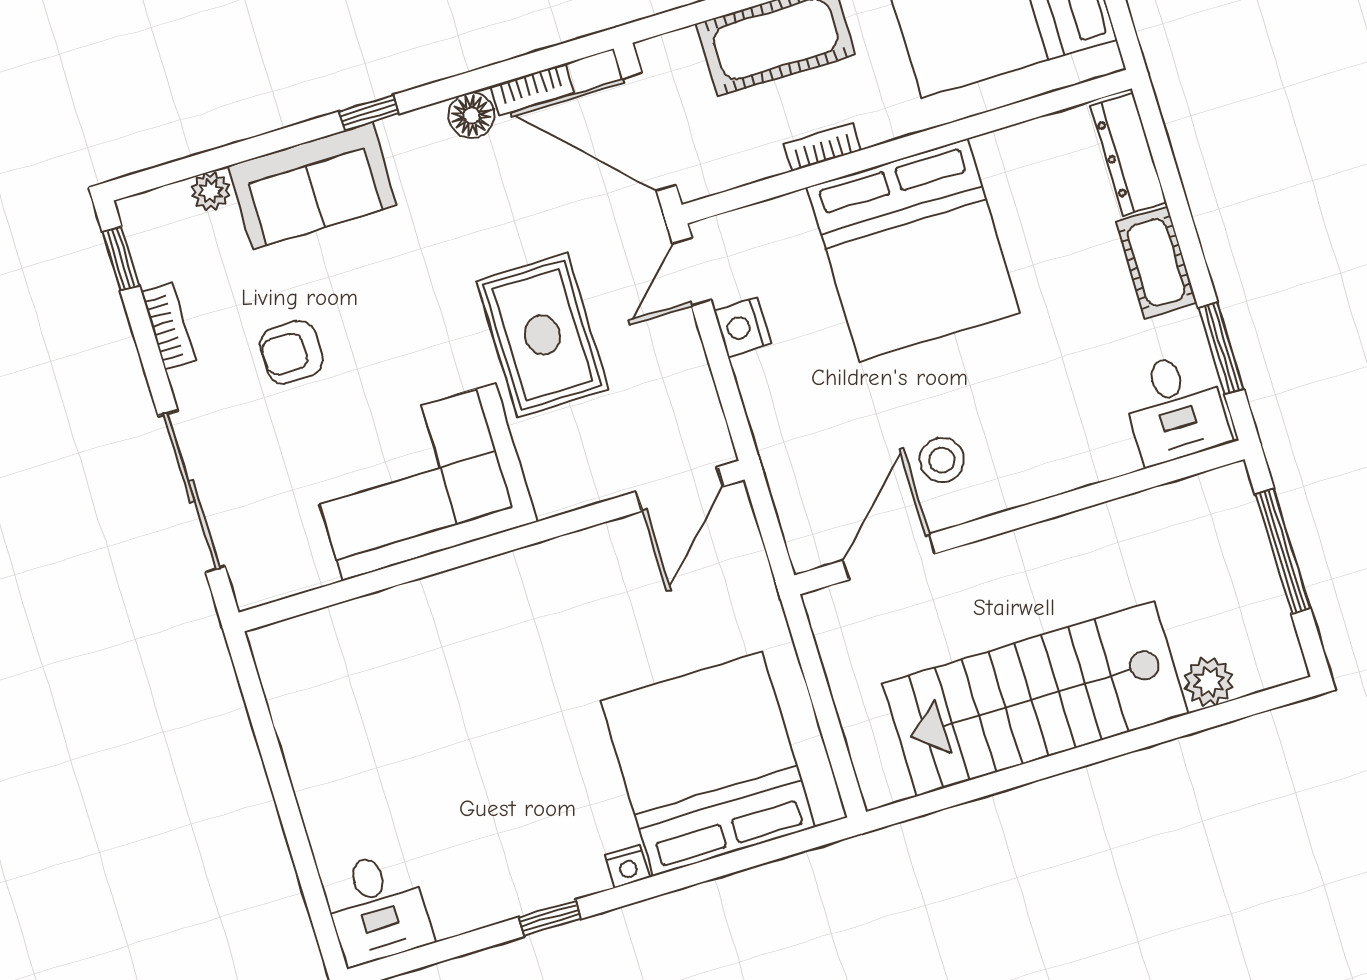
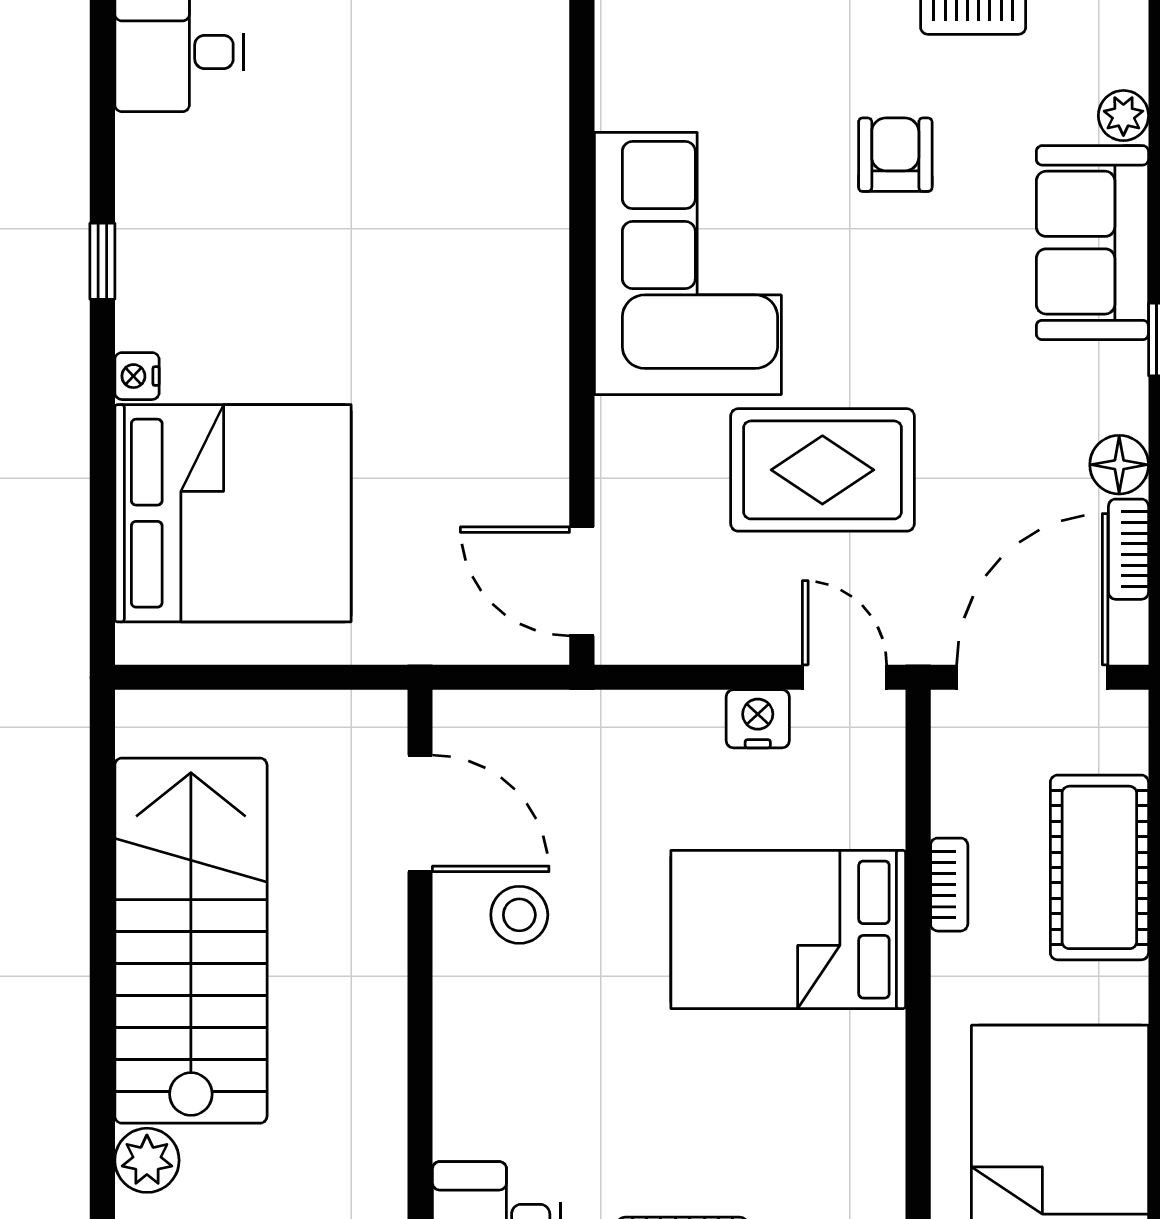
bed: (914, 250) -> (788, 930), width x0.73

